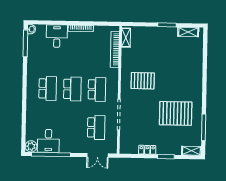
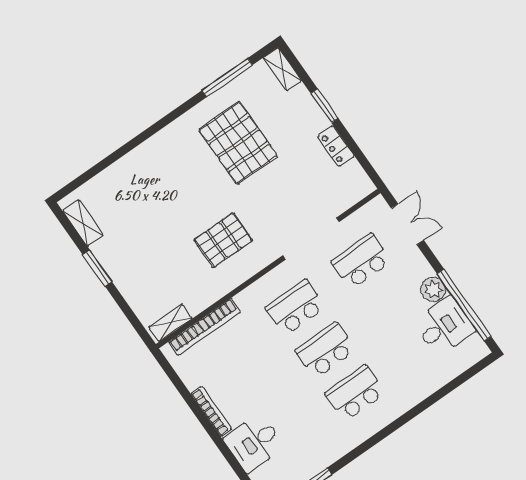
pallet: (143, 81) -> (223, 240), turned 90
plant: (31, 146) -> (433, 289), moved

